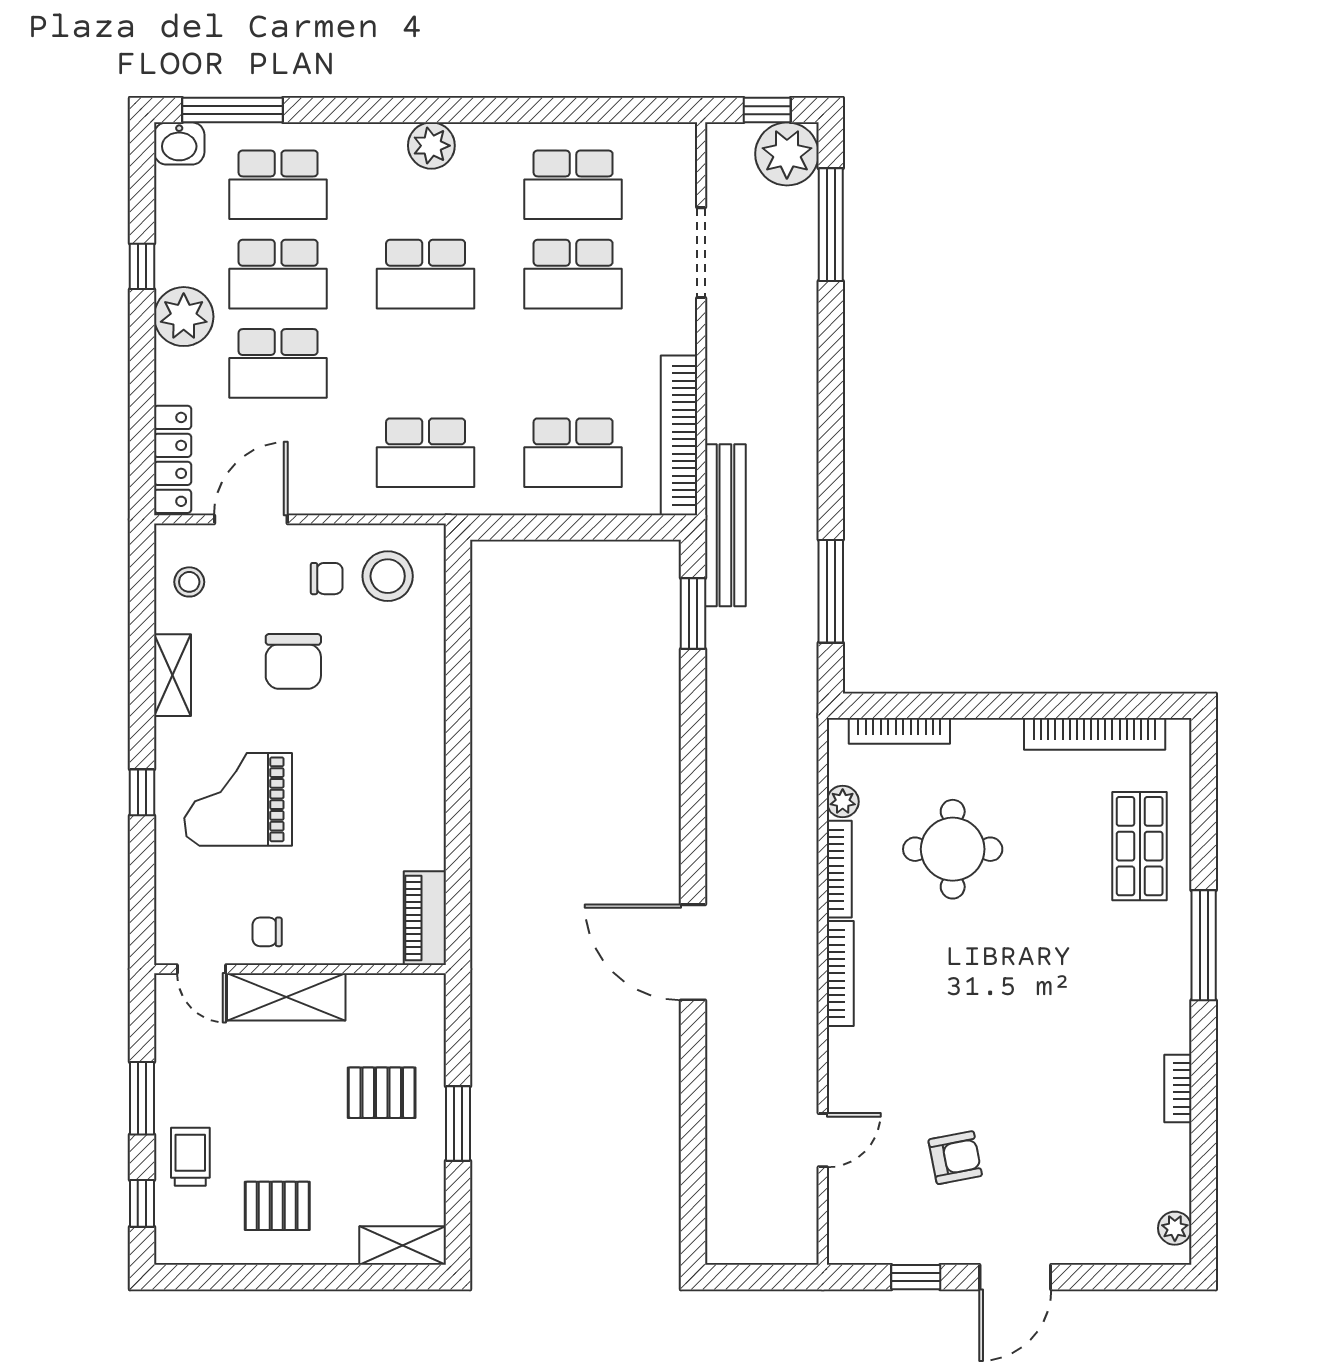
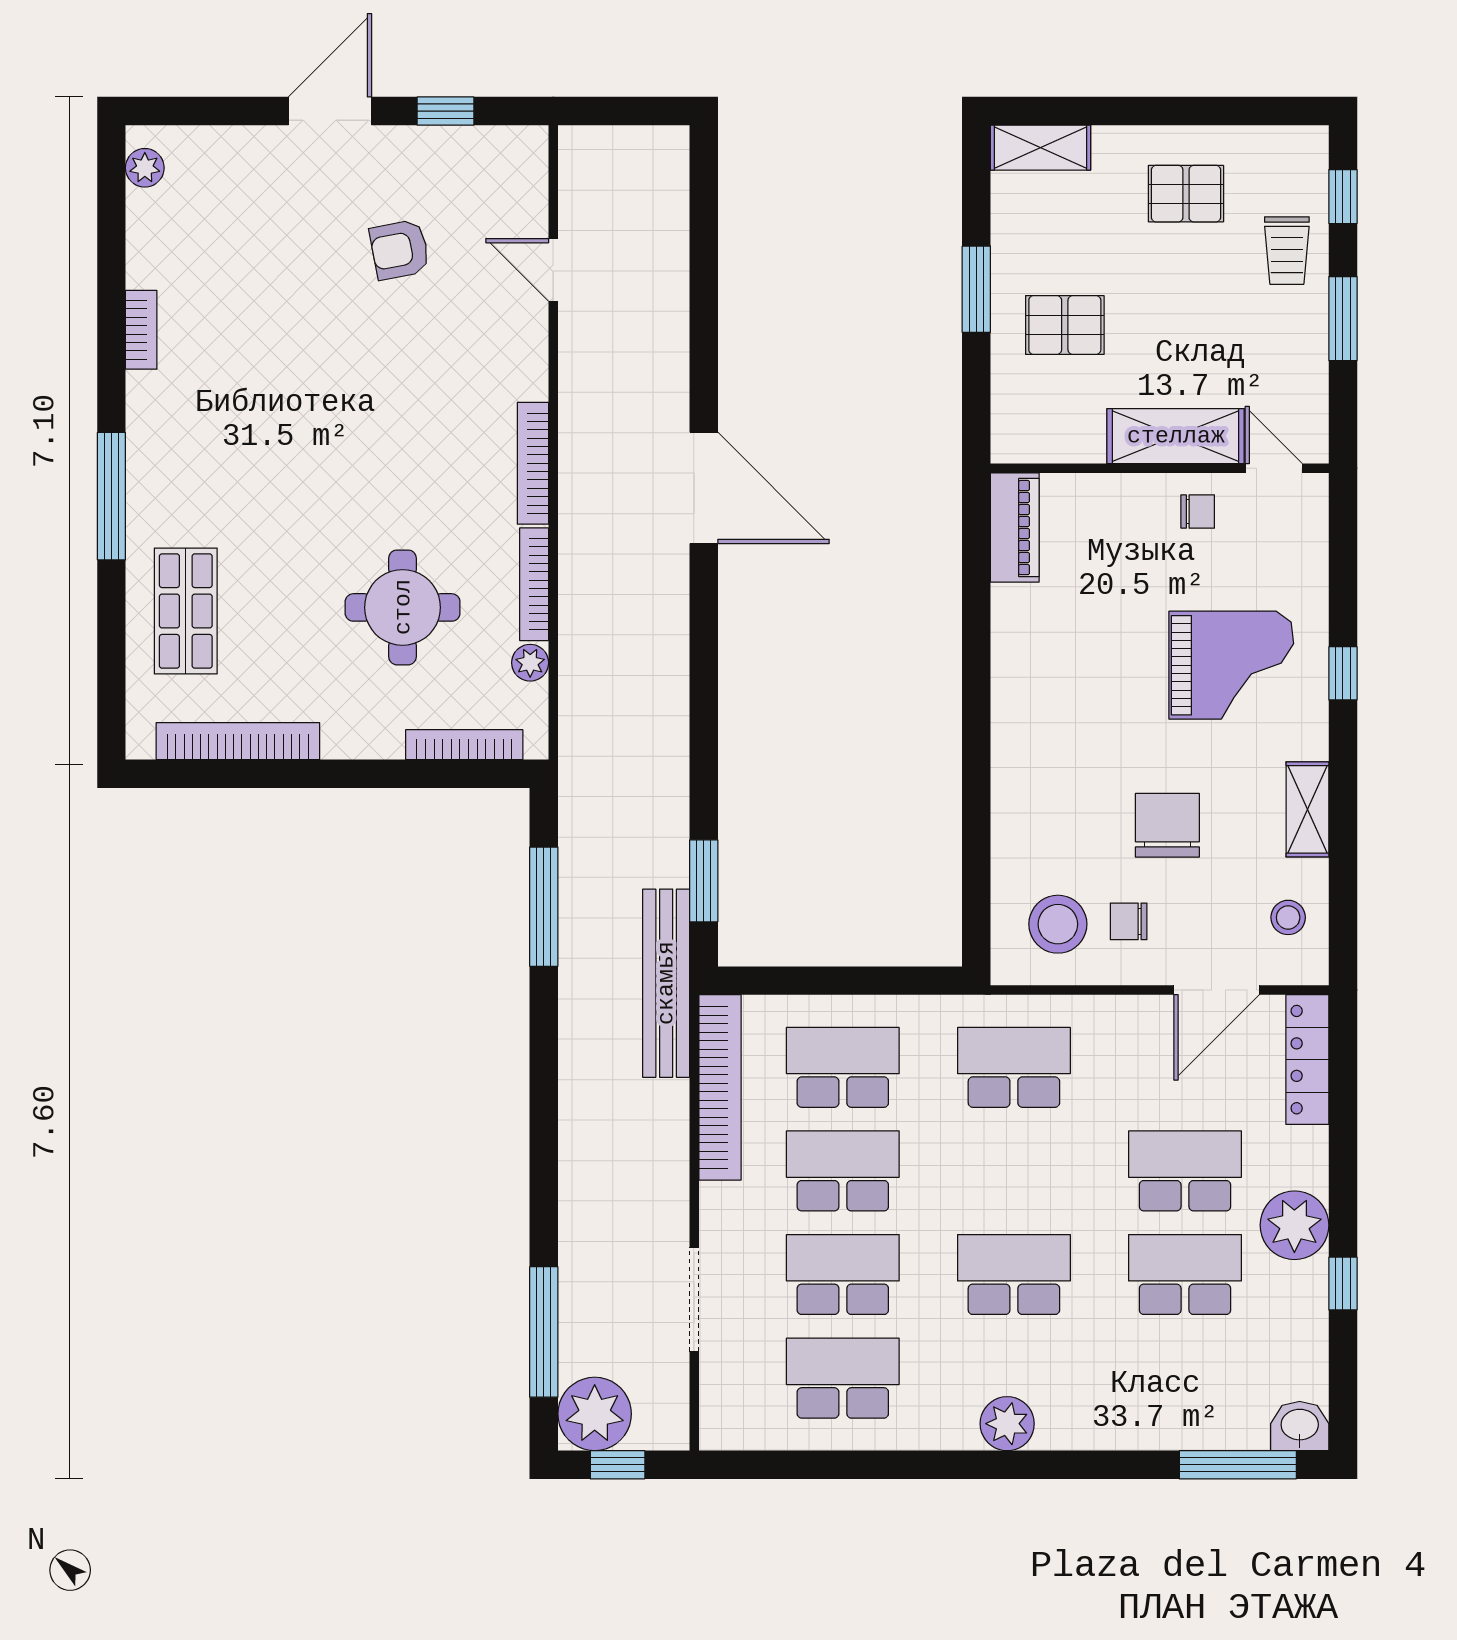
school desk: (278, 185) -> (843, 1171), moved
door: (823, 1140) -> (553, 270), hinge flipped

